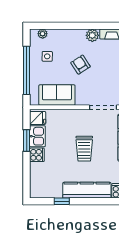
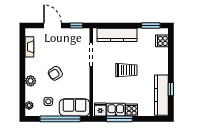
plant: (92, 35) -> (31, 81), moved
sofa: (57, 95) -> (75, 107), moved, turned 90
window: (27, 140) -> (119, 119), width x1.44
kitchen counter: (87, 190) -> (161, 95), moved

